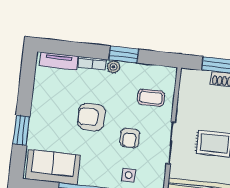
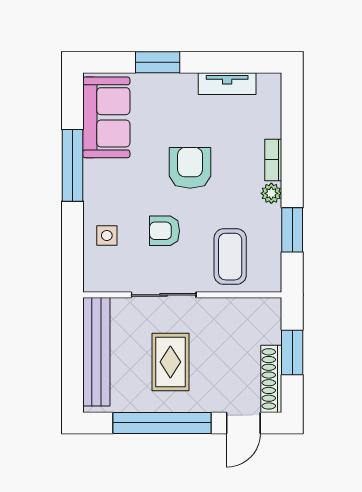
window: (124, 54) -> (292, 230), moved
tv unit: (59, 61) -> (227, 84), moved, turned -90
coffee table: (151, 98) -> (230, 257), width x1.36, depth x1.30

